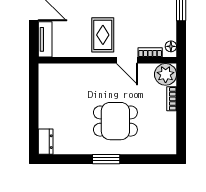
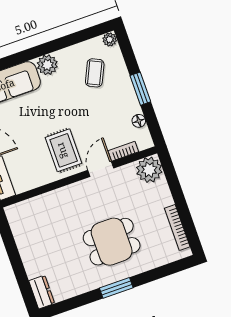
floor lamp: (171, 46) -> (139, 121), moved
door: (127, 60) -> (101, 169), swing flipped
bookcase: (172, 99) -> (177, 228), moved, width x1.56

